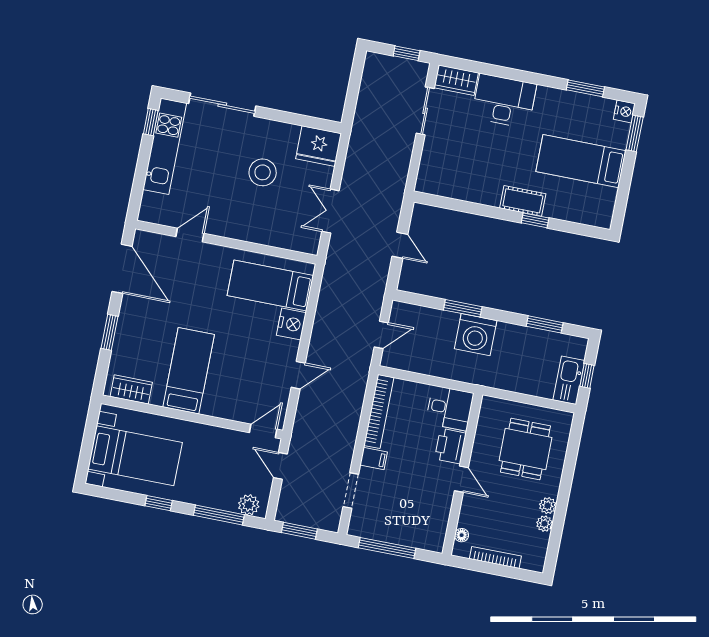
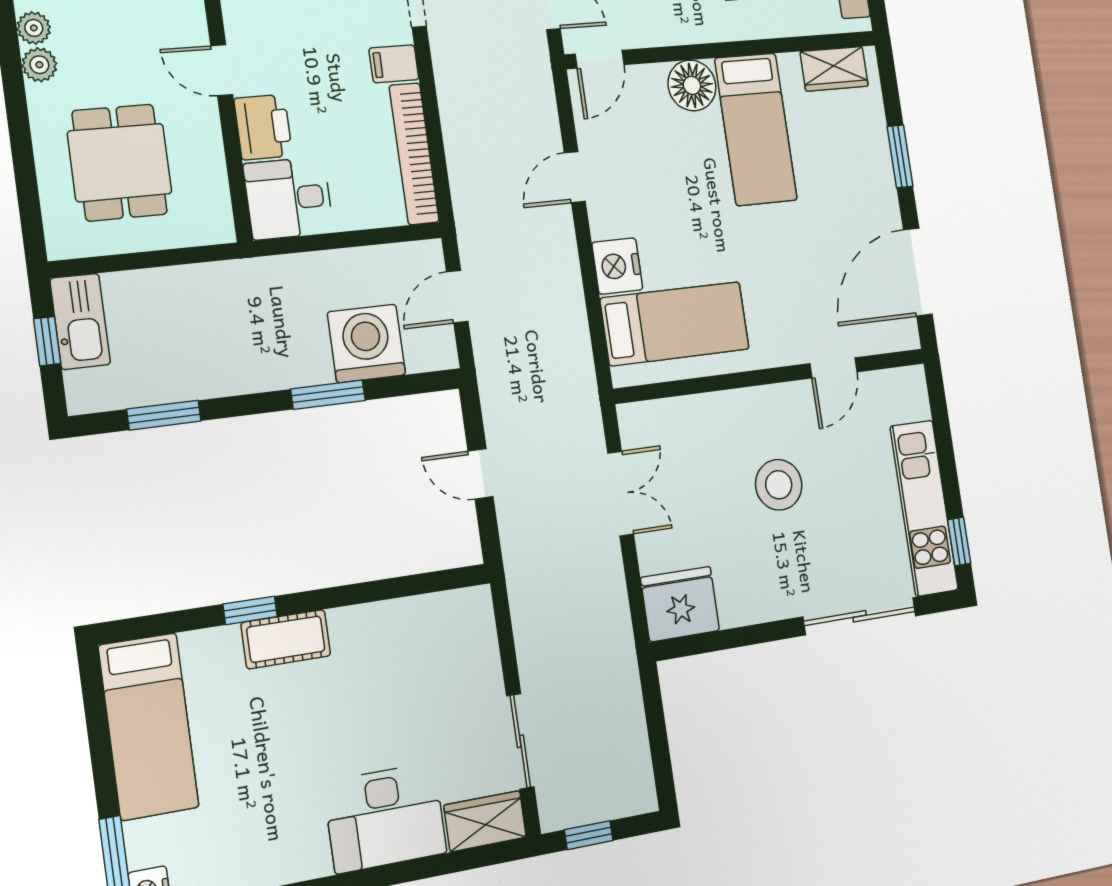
bed: (581, 161) -> (149, 726), moved, turned 90
stool: (263, 172) -> (779, 485), moved
door: (122, 269) -> (918, 272), hinge flipped
washing machine: (476, 335) -> (366, 343), moved
floor lamp: (217, 403) -> (692, 85), added

